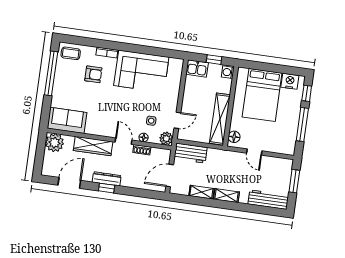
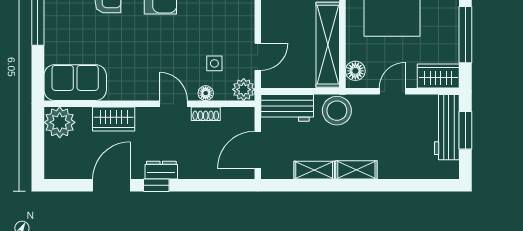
wardrobe: (93, 146) -> (114, 119), width x0.67
wardrobe: (283, 147) -> (438, 76), added
door: (254, 152) -> (392, 91), swing flipped
stool: (220, 159) -> (337, 111), added
dresser: (107, 179) -> (161, 170), width x0.70
door: (69, 183) -> (111, 185), moved
workbench: (268, 200) -> (447, 127), moved, turned -90

